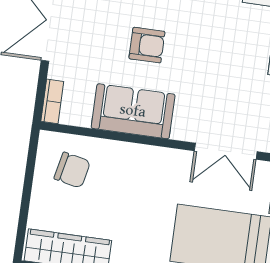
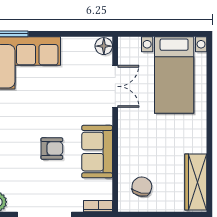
armchair: (147, 45) -> (52, 149), turned 90

